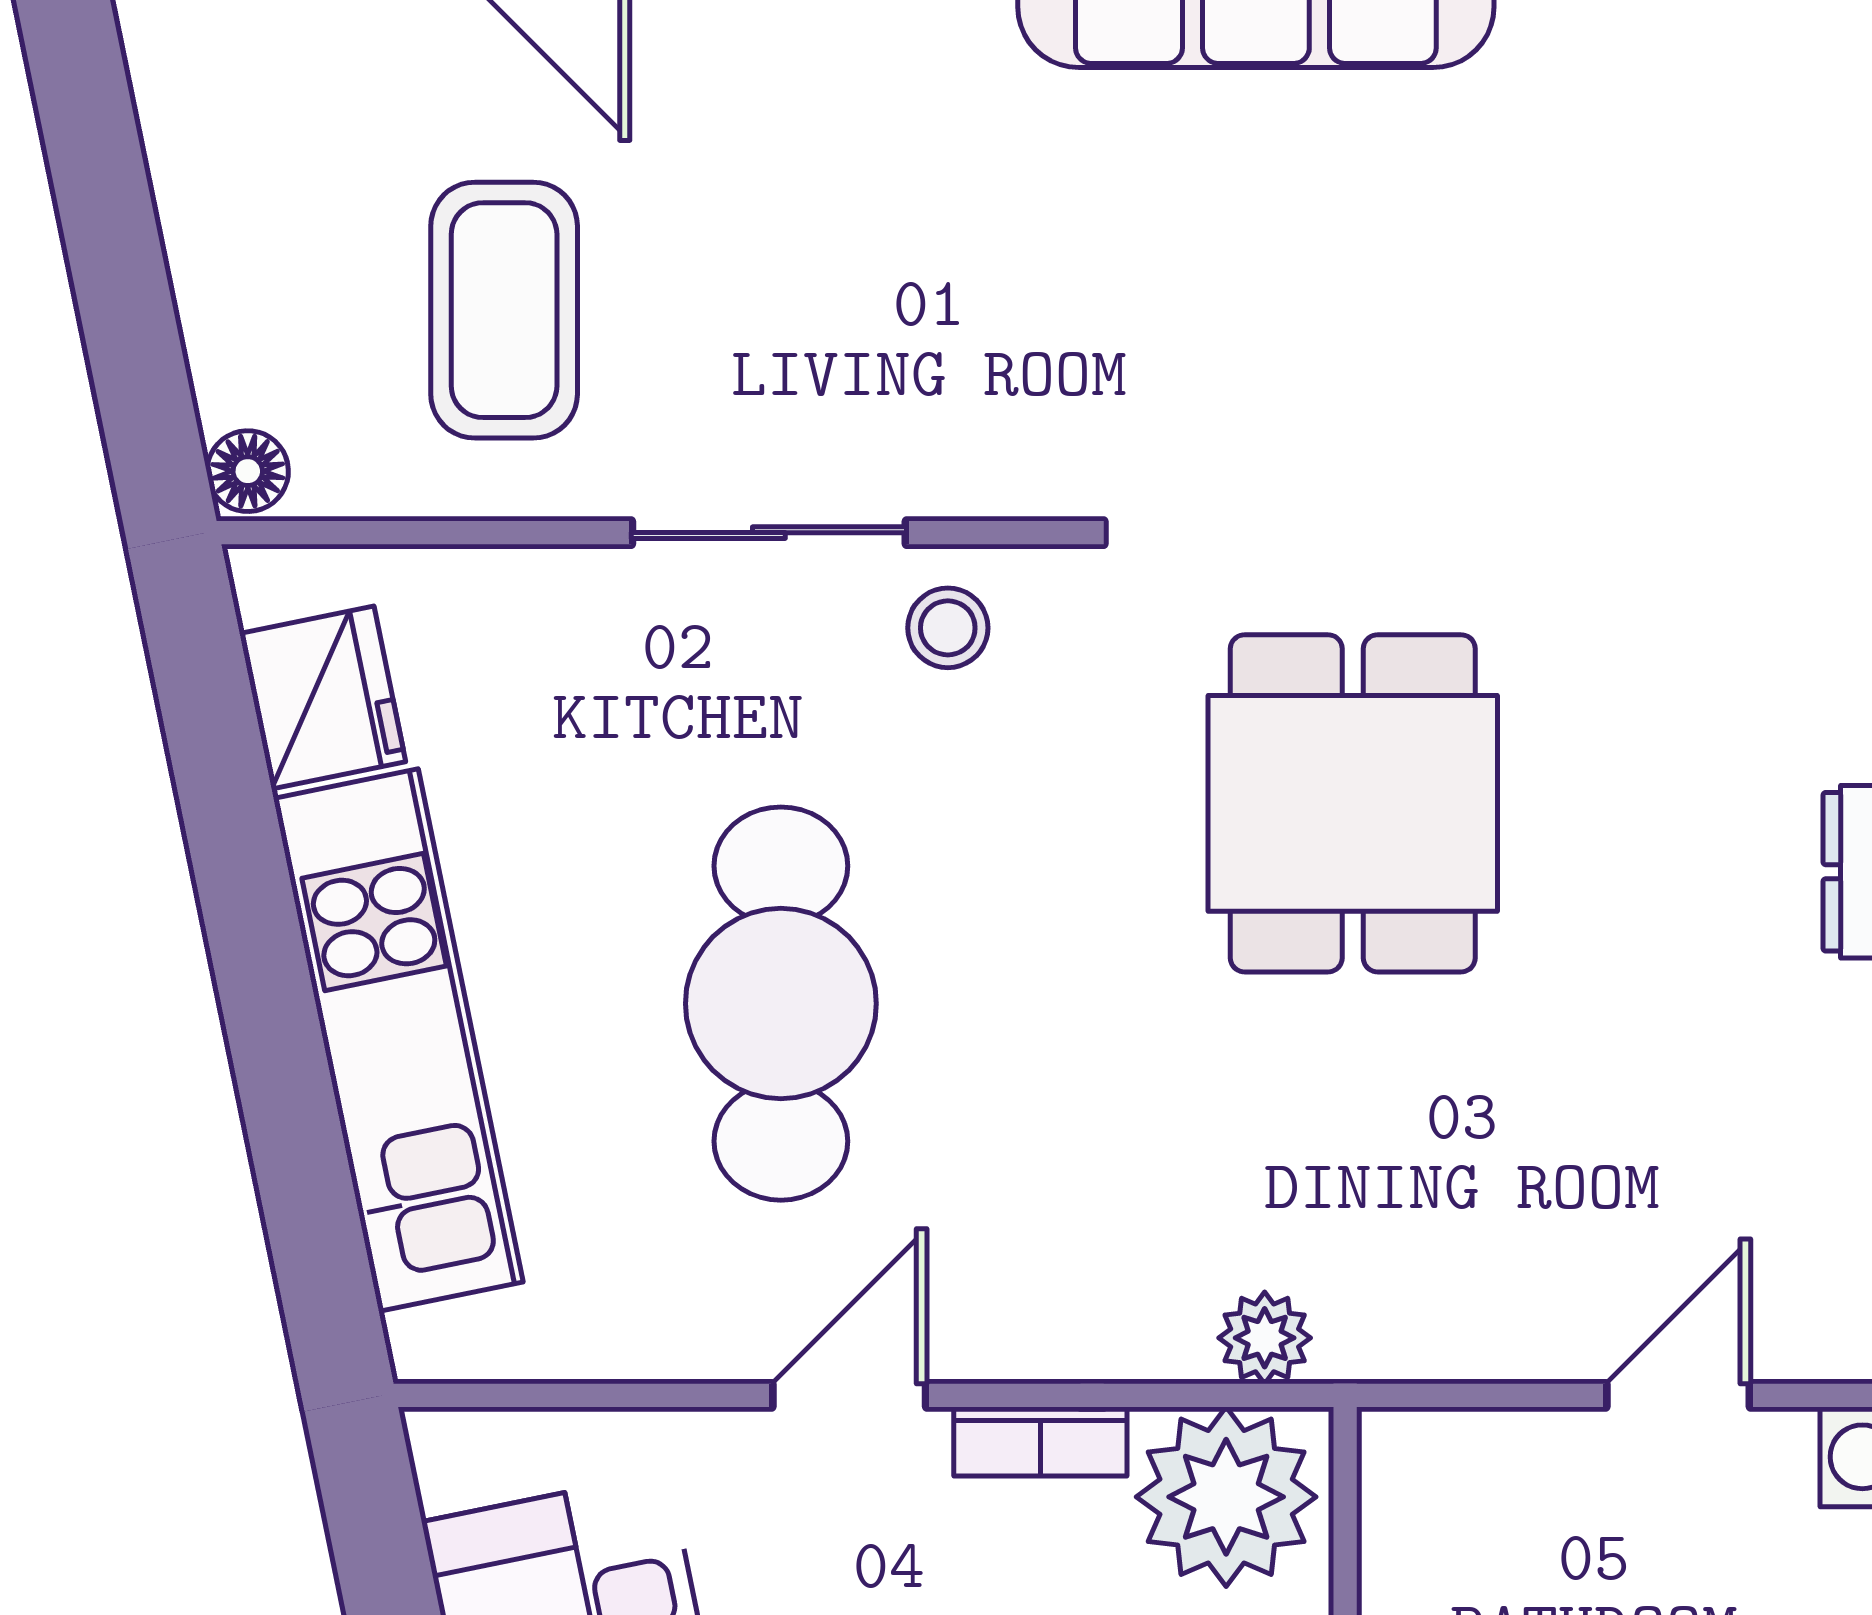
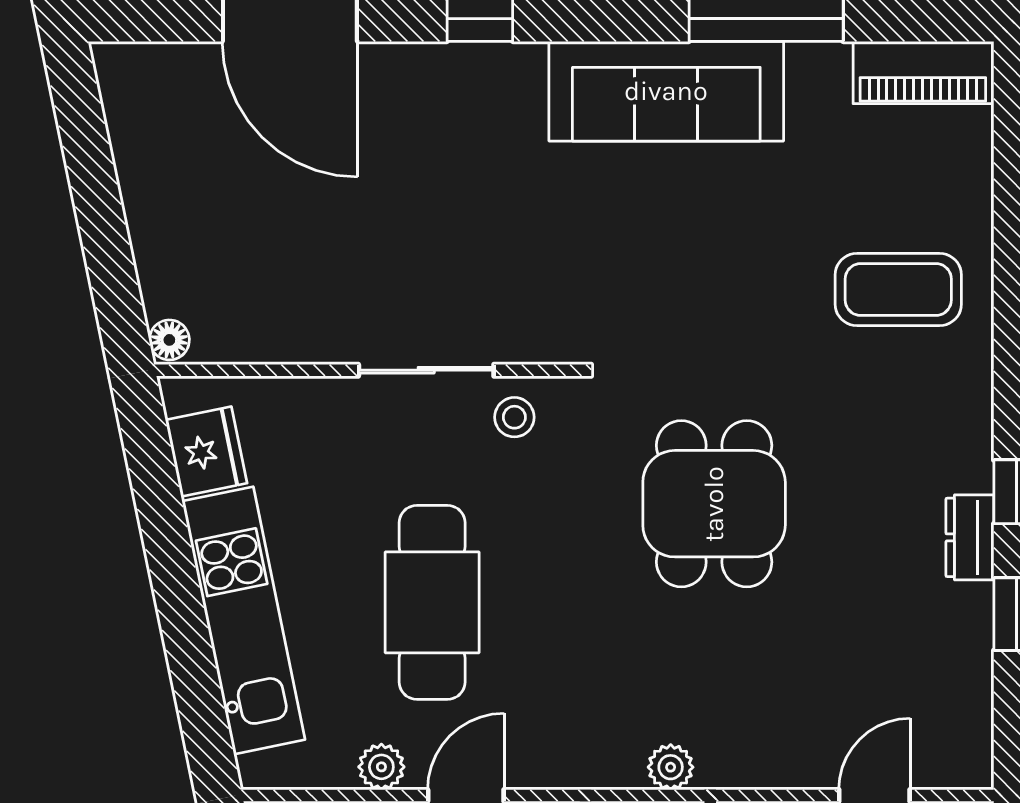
coffee table: (504, 310) -> (898, 290), moved, turned 90
plant: (678, 1337) -> (381, 767), added

